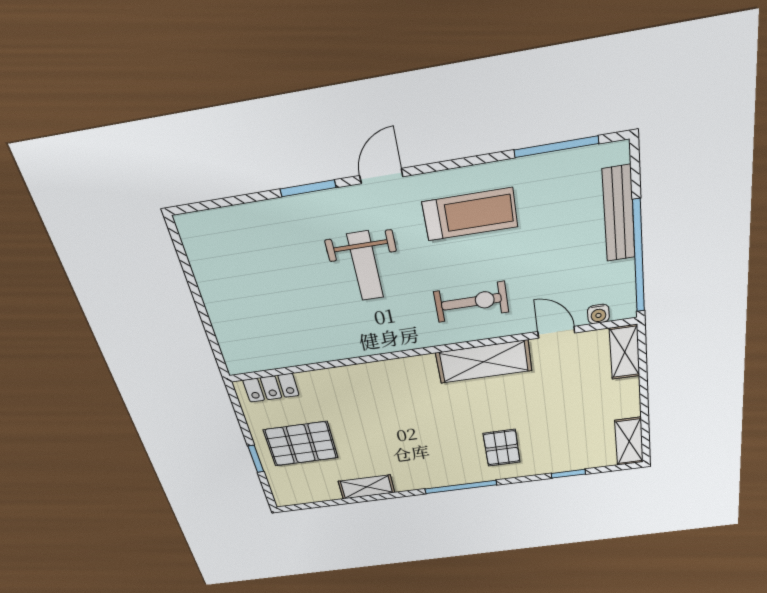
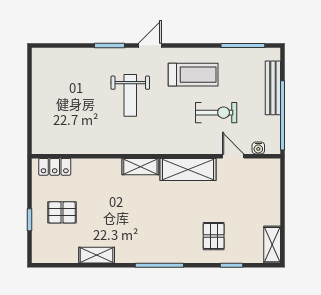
exercise bike: (471, 302) -> (216, 113), moved
shelving: (625, 352) -> (140, 167), moved, turned 90
pallet: (301, 444) -> (62, 212), width x0.67, depth x0.71
pallet: (502, 448) -> (214, 236), moved

